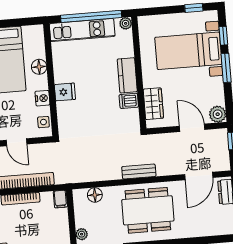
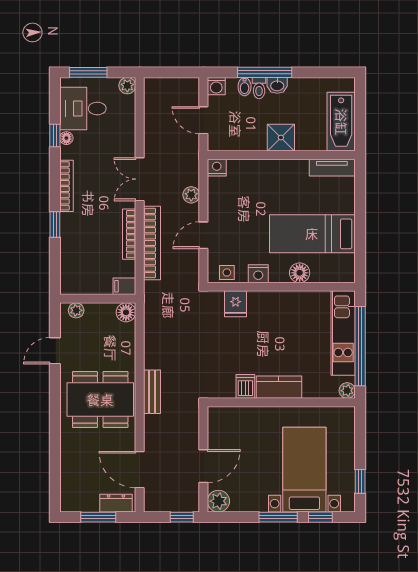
fridge: (65, 92) -> (236, 304), moved
wardrobe: (153, 104) -> (239, 418), removed
floor lamp: (95, 195) -> (126, 312), moved
dining table: (148, 210) -> (100, 400), turned 90

